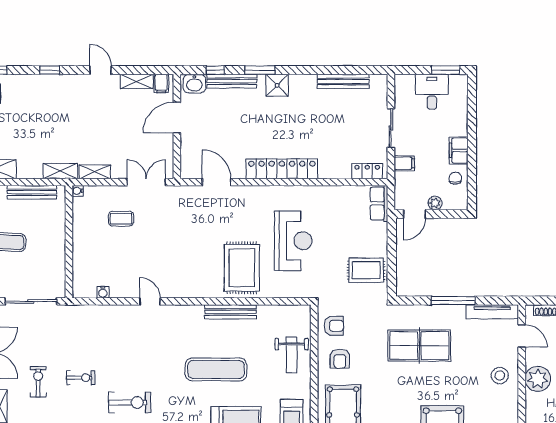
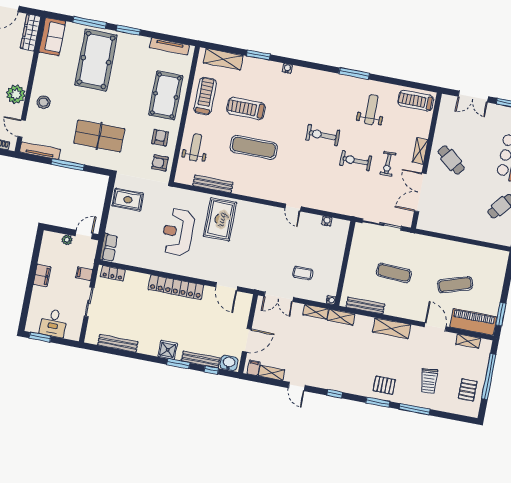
chair: (455, 178) -> (48, 255), removed
bench: (230, 312) -> (213, 184), moved
exercise bike: (81, 378) -> (356, 161), width x1.38, depth x1.39

